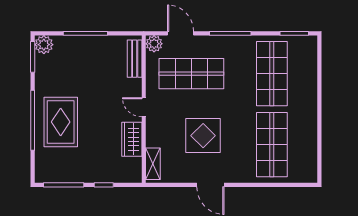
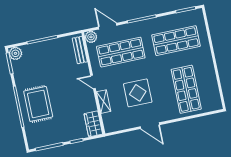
shop shelf: (272, 74) -> (176, 41), turned 90
wardrobe: (132, 139) -> (93, 124), moved
shelving: (153, 164) -> (104, 102), moved

